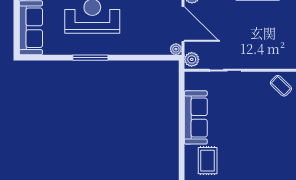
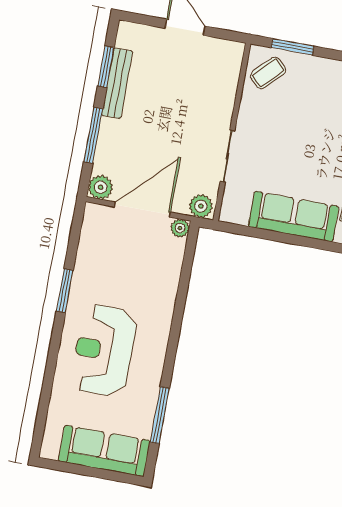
window: (90, 58) -> (160, 415), moved

